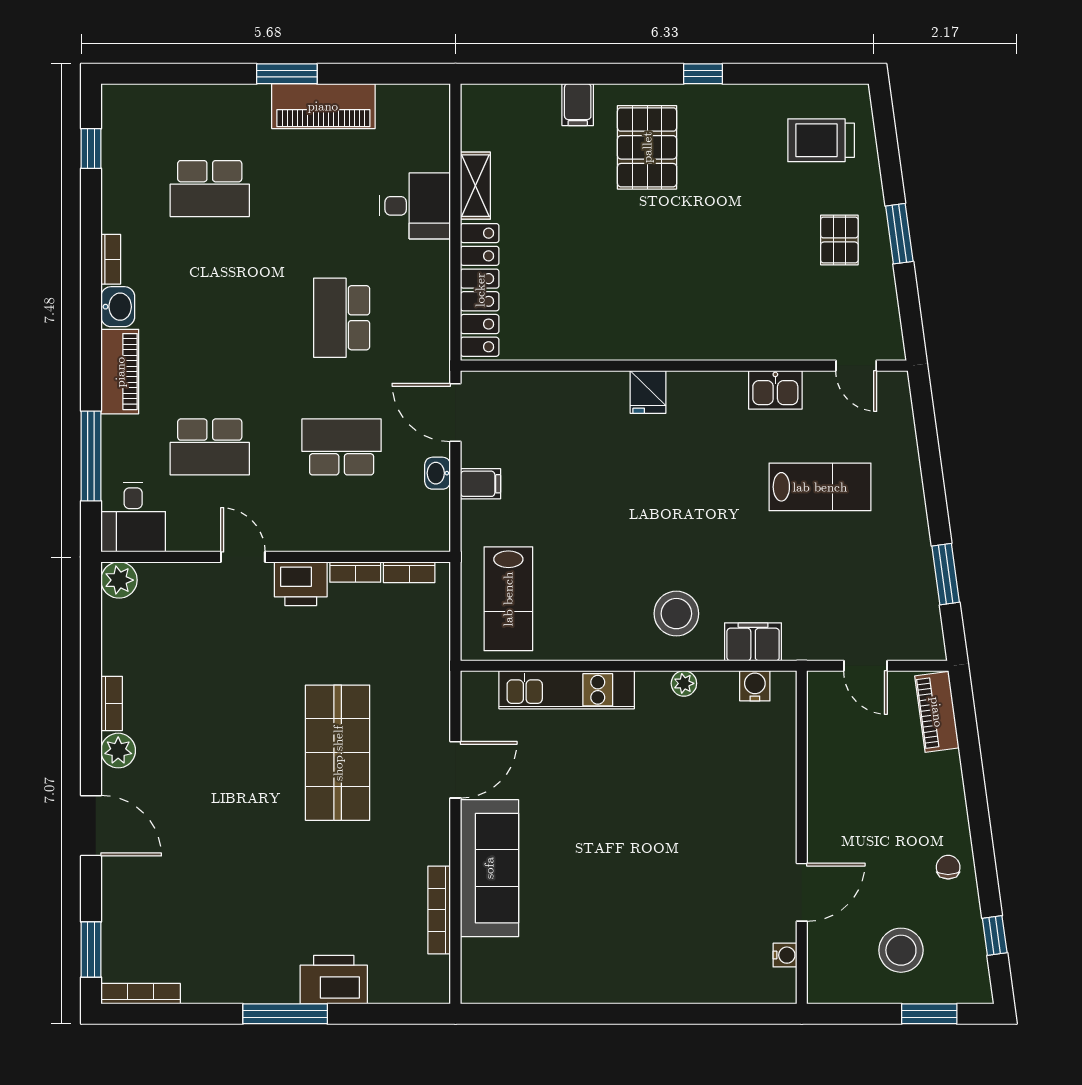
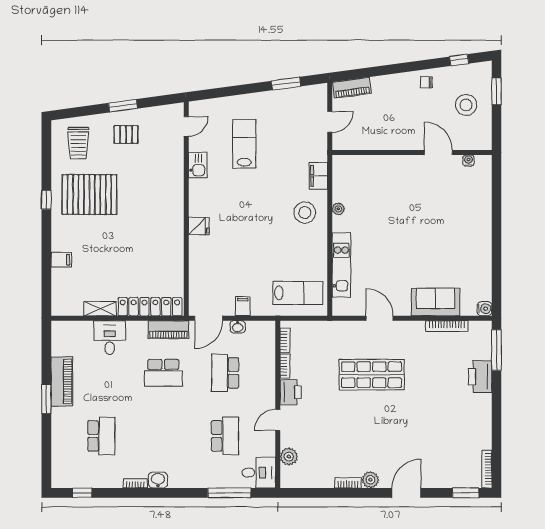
pallet: (647, 147) -> (89, 195), moved, width x1.37, depth x1.41
piano: (120, 372) -> (168, 330), moved, turned 180
plant: (119, 580) -> (289, 457), moved
water cooler: (755, 686) -> (485, 309), moved, turned 180
sofa: (489, 868) -> (435, 302), width x0.73
window: (285, 1014) -> (496, 350), moved

